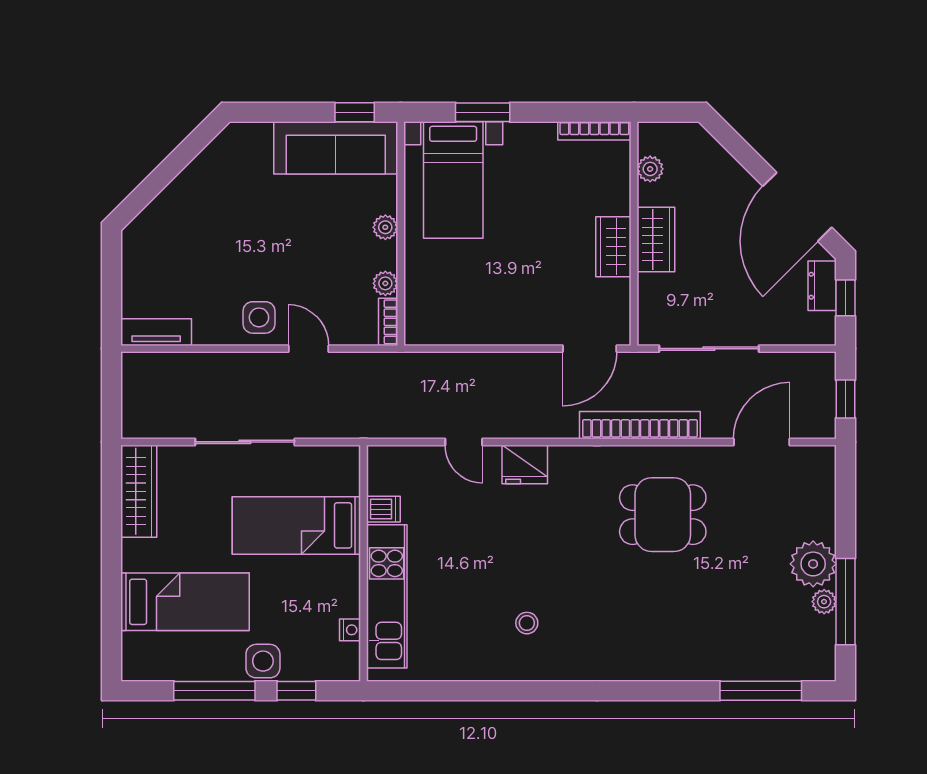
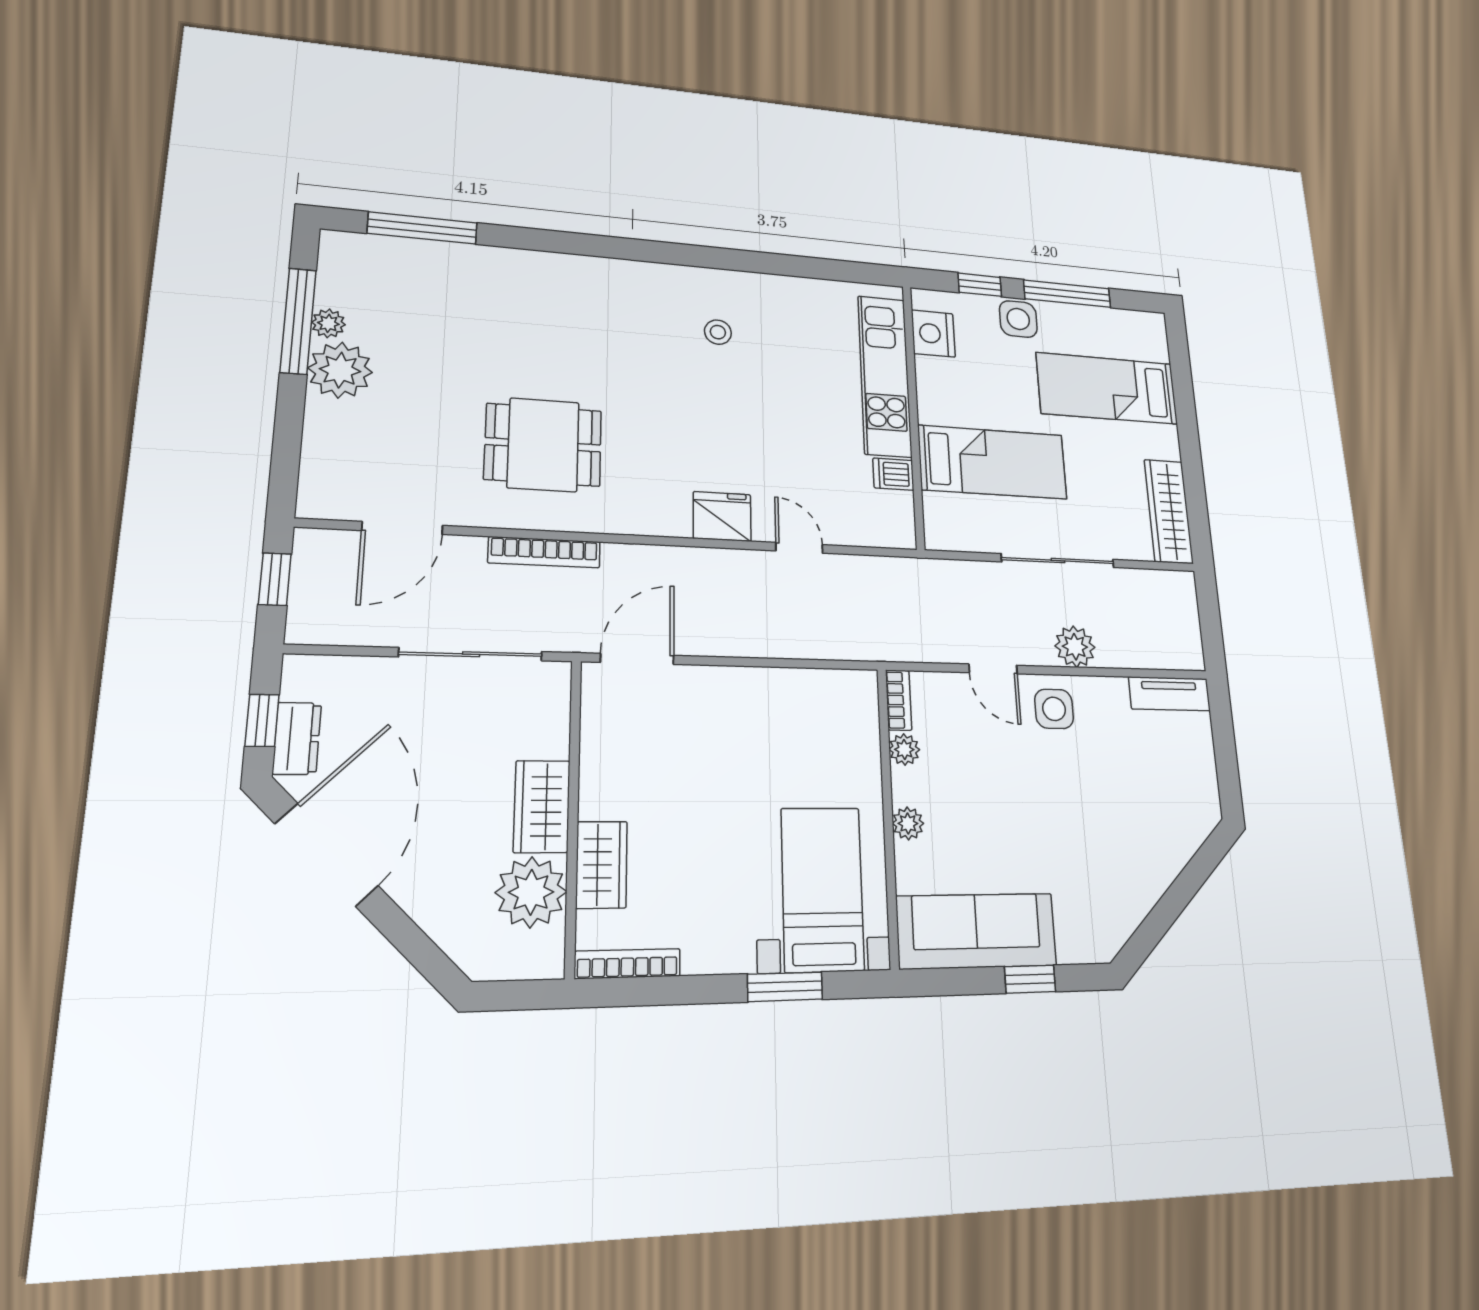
window: (355, 112) -> (1030, 979), moved
plant: (650, 169) -> (531, 892), width x1.88, depth x1.88
wardrobe: (613, 247) -> (602, 865), moved
plant: (236, 369) -> (1075, 647), added
bookcase: (640, 425) -> (544, 552), width x0.68, depth x0.76
nightstand: (350, 630) -> (933, 334), width x1.89, depth x1.79

